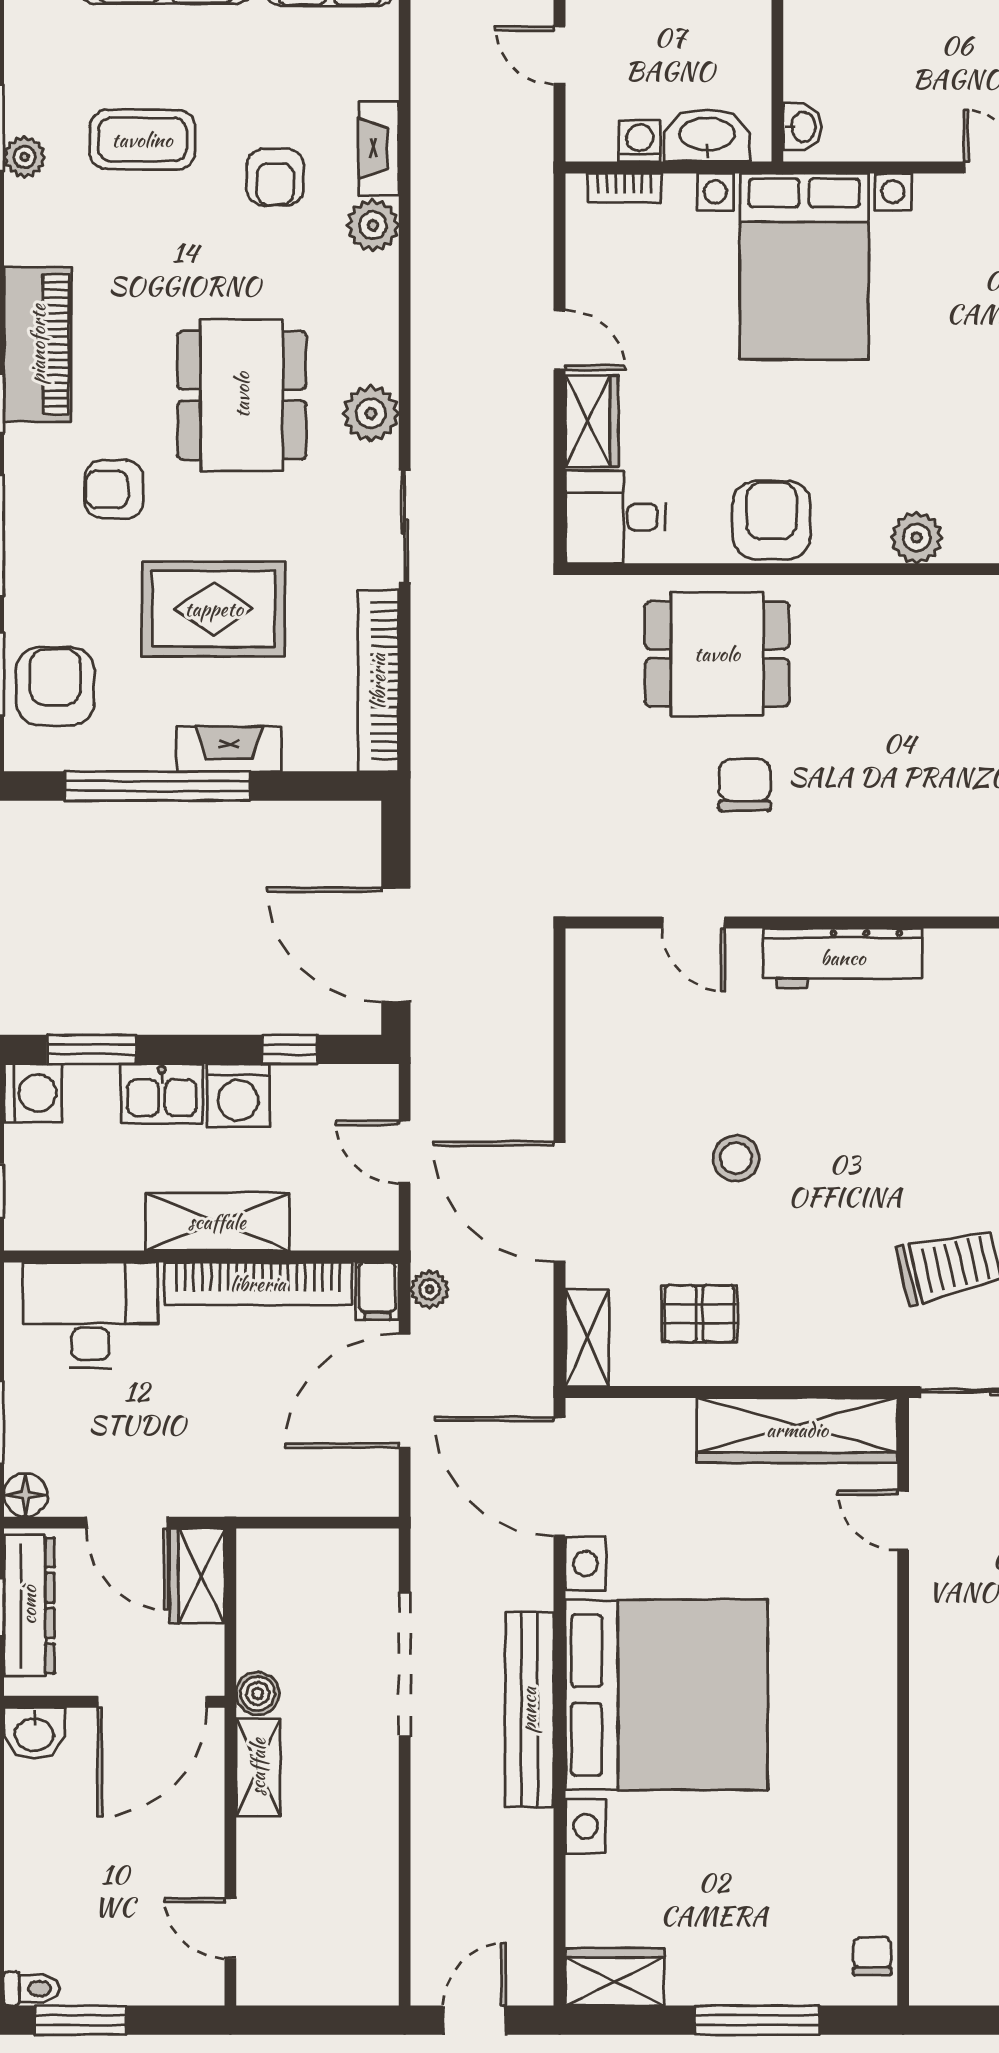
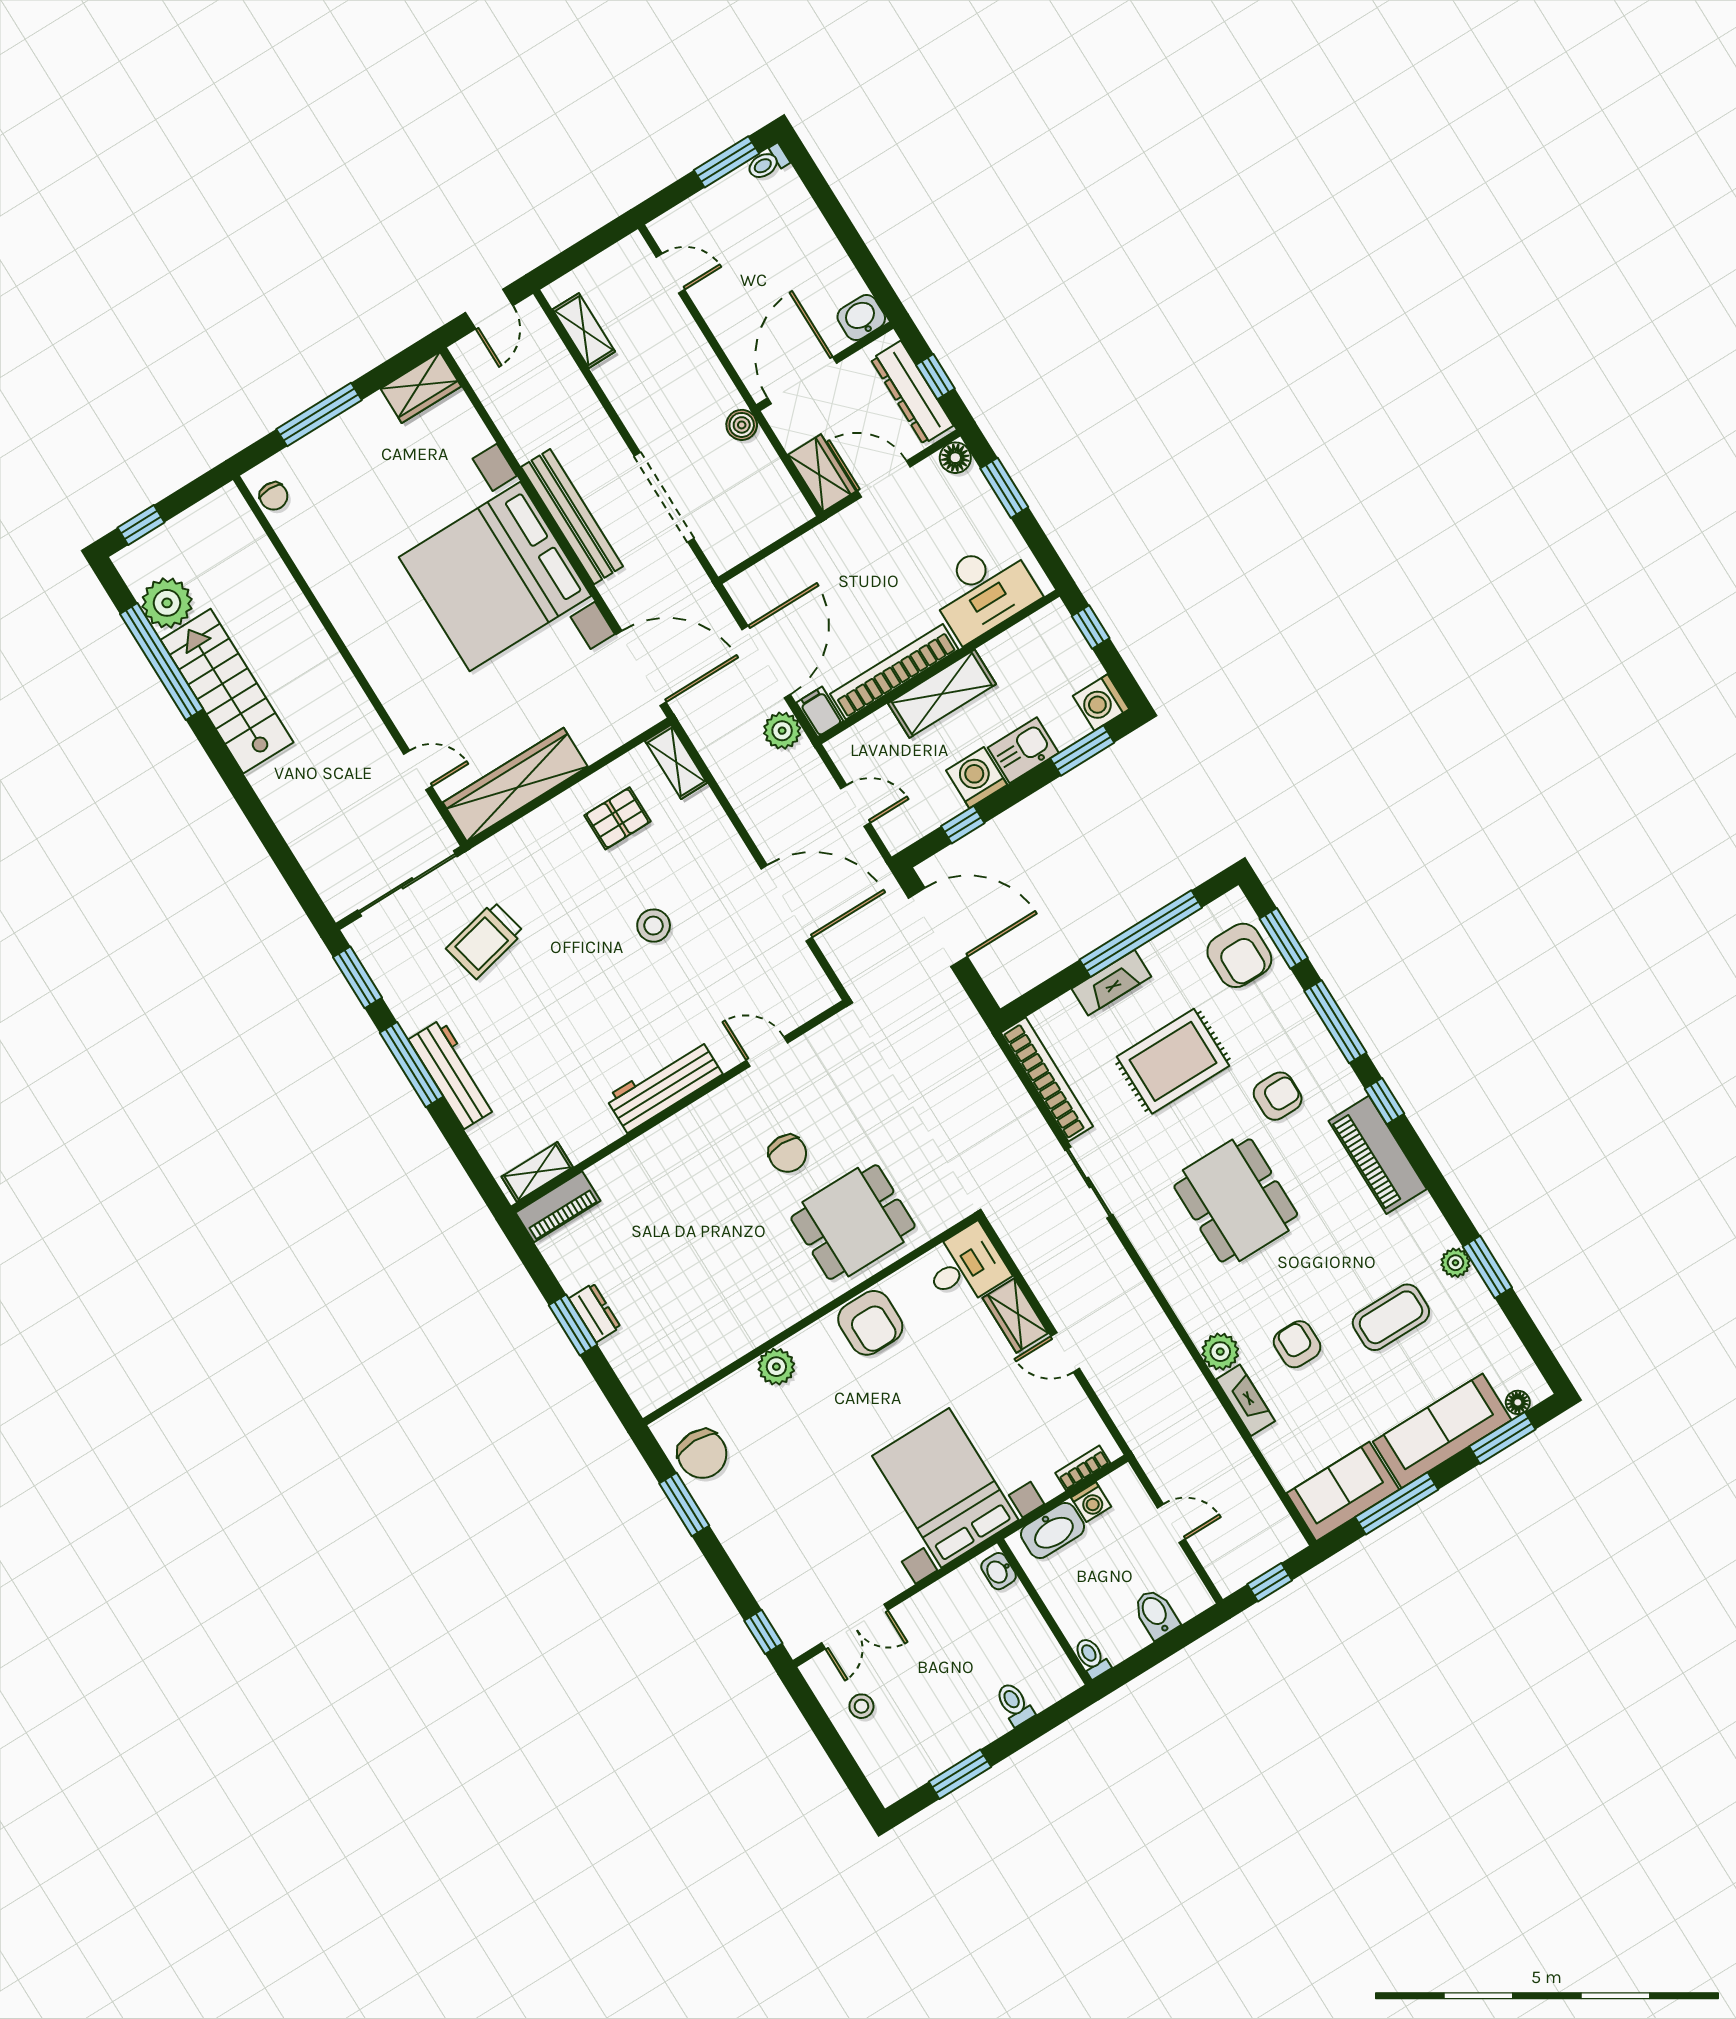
plant: (371, 413) -> (1151, 1238), removed
door: (560, 1202) -> (787, 903), moved
plant: (429, 1289) -> (782, 731), width x1.38, depth x1.38
shelving: (258, 1767) -> (584, 331), moved

